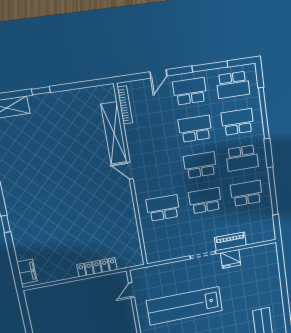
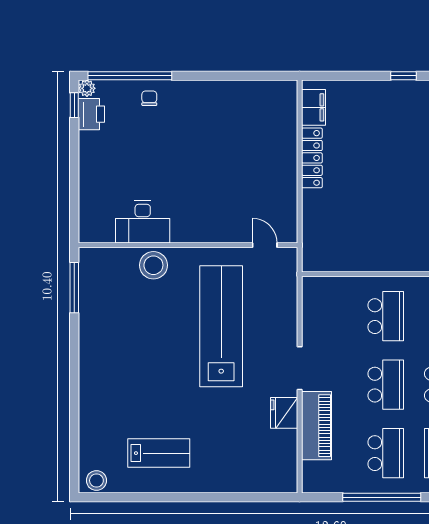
piano: (230, 241) -> (317, 426), width x1.37, depth x1.33
locker: (97, 267) -> (312, 158), moved
filing cabinet: (27, 272) -> (314, 107), moved, turned -90

